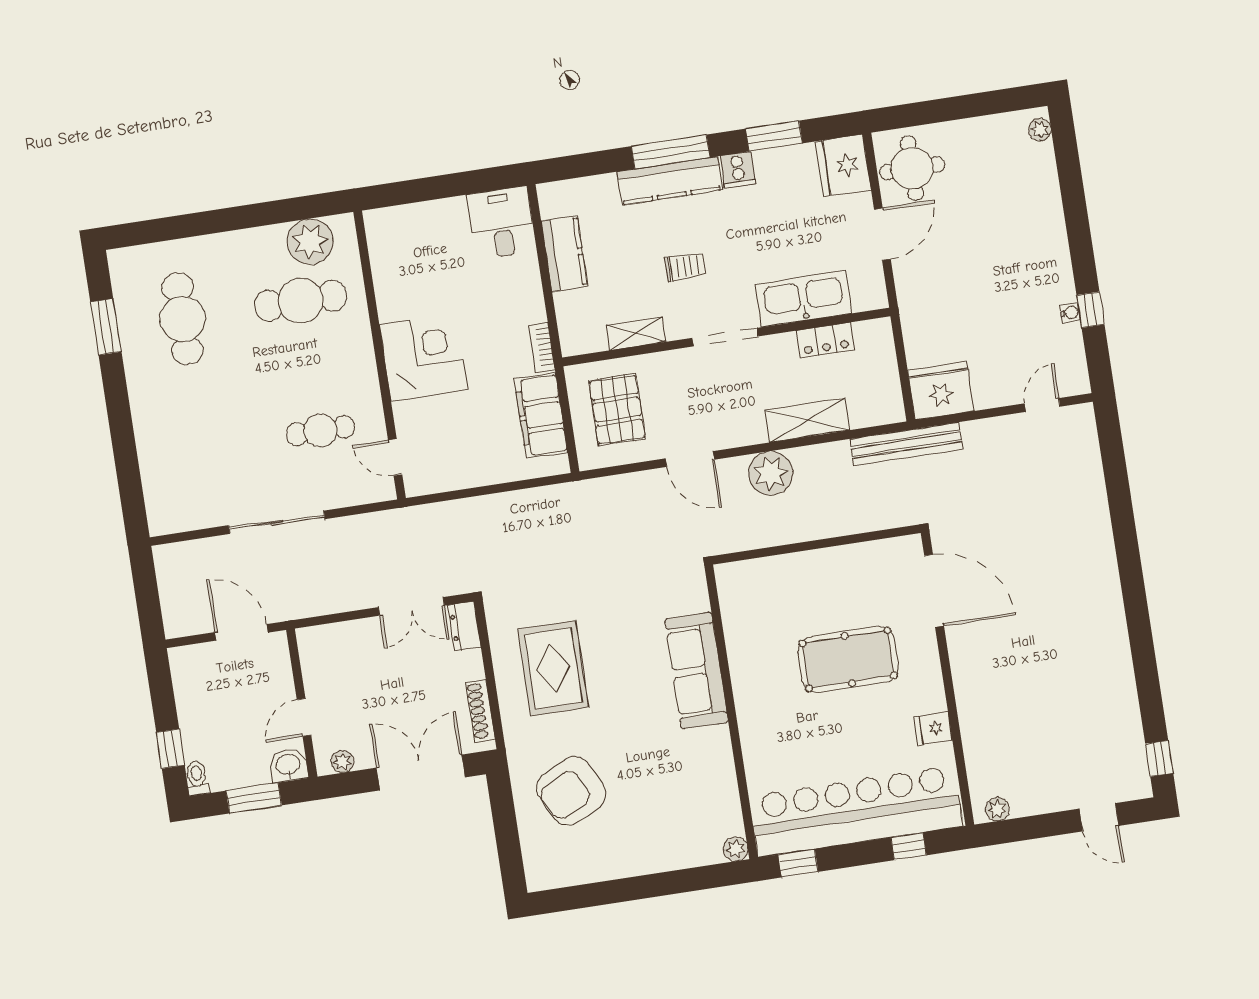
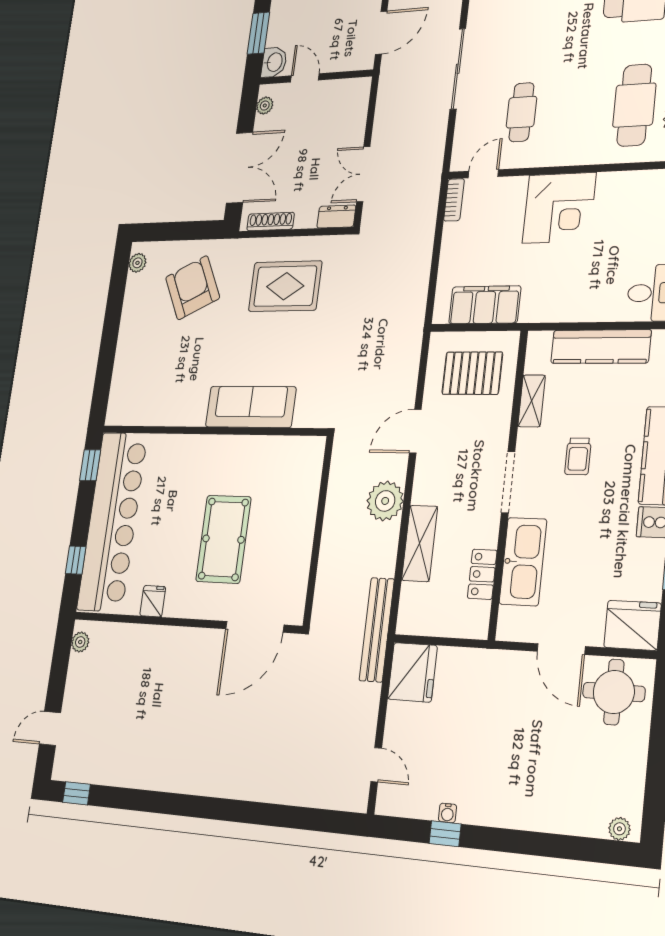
kitchen counter: (564, 254) -> (601, 347), width x1.50
bookcase: (542, 347) -> (454, 200), moved, turned 90
plant: (736, 849) -> (137, 263), moved

